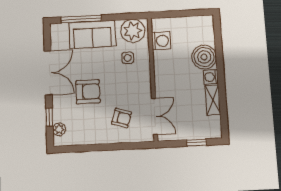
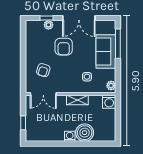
plant: (133, 31) -> (111, 86), width x0.53, depth x0.53
washing machine: (161, 41) -> (109, 102), moved
shelving: (213, 100) -> (77, 100), moved
plant: (59, 129) -> (48, 25), moved

